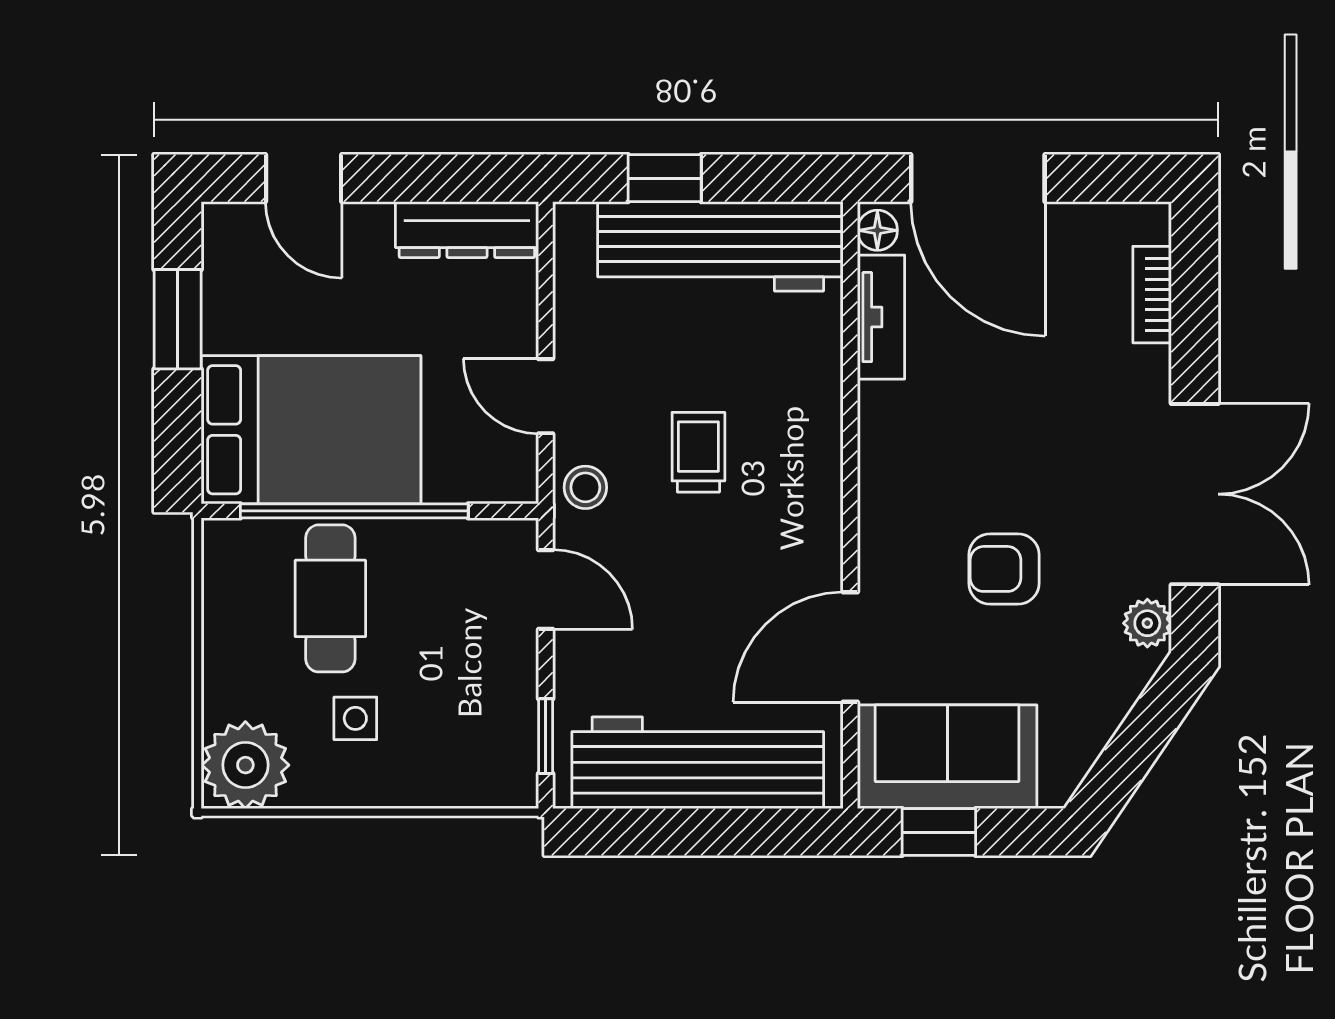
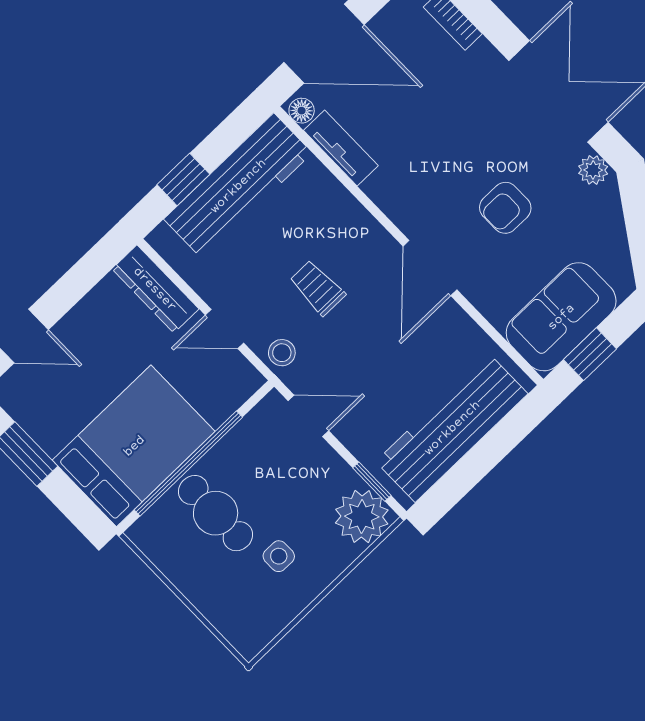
dresser: (467, 230) -> (155, 289), moved, turned 90
door: (850, 647) -> (430, 268), moved
plant: (245, 765) -> (362, 517), moved

